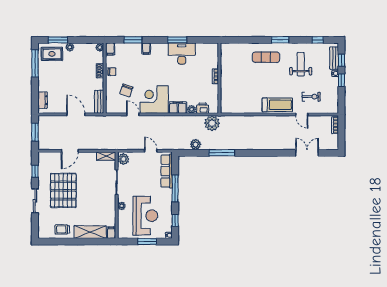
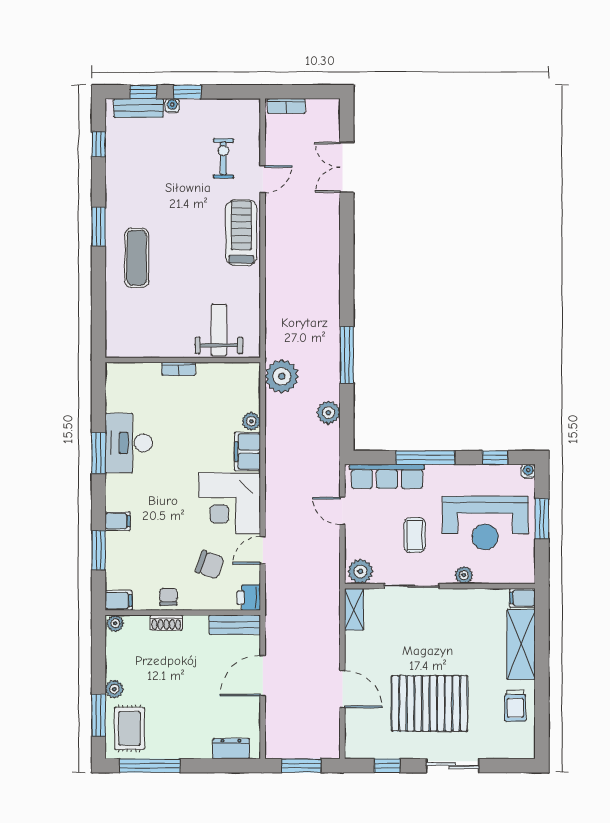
weight bench: (301, 64) -> (219, 330), moved, turned 90
printer: (203, 108) -> (249, 598), moved
door: (151, 151) -> (342, 511), hinge flipped
coffee table: (140, 184) -> (415, 535), added
reception desk: (145, 216) -> (485, 523), turned 180

